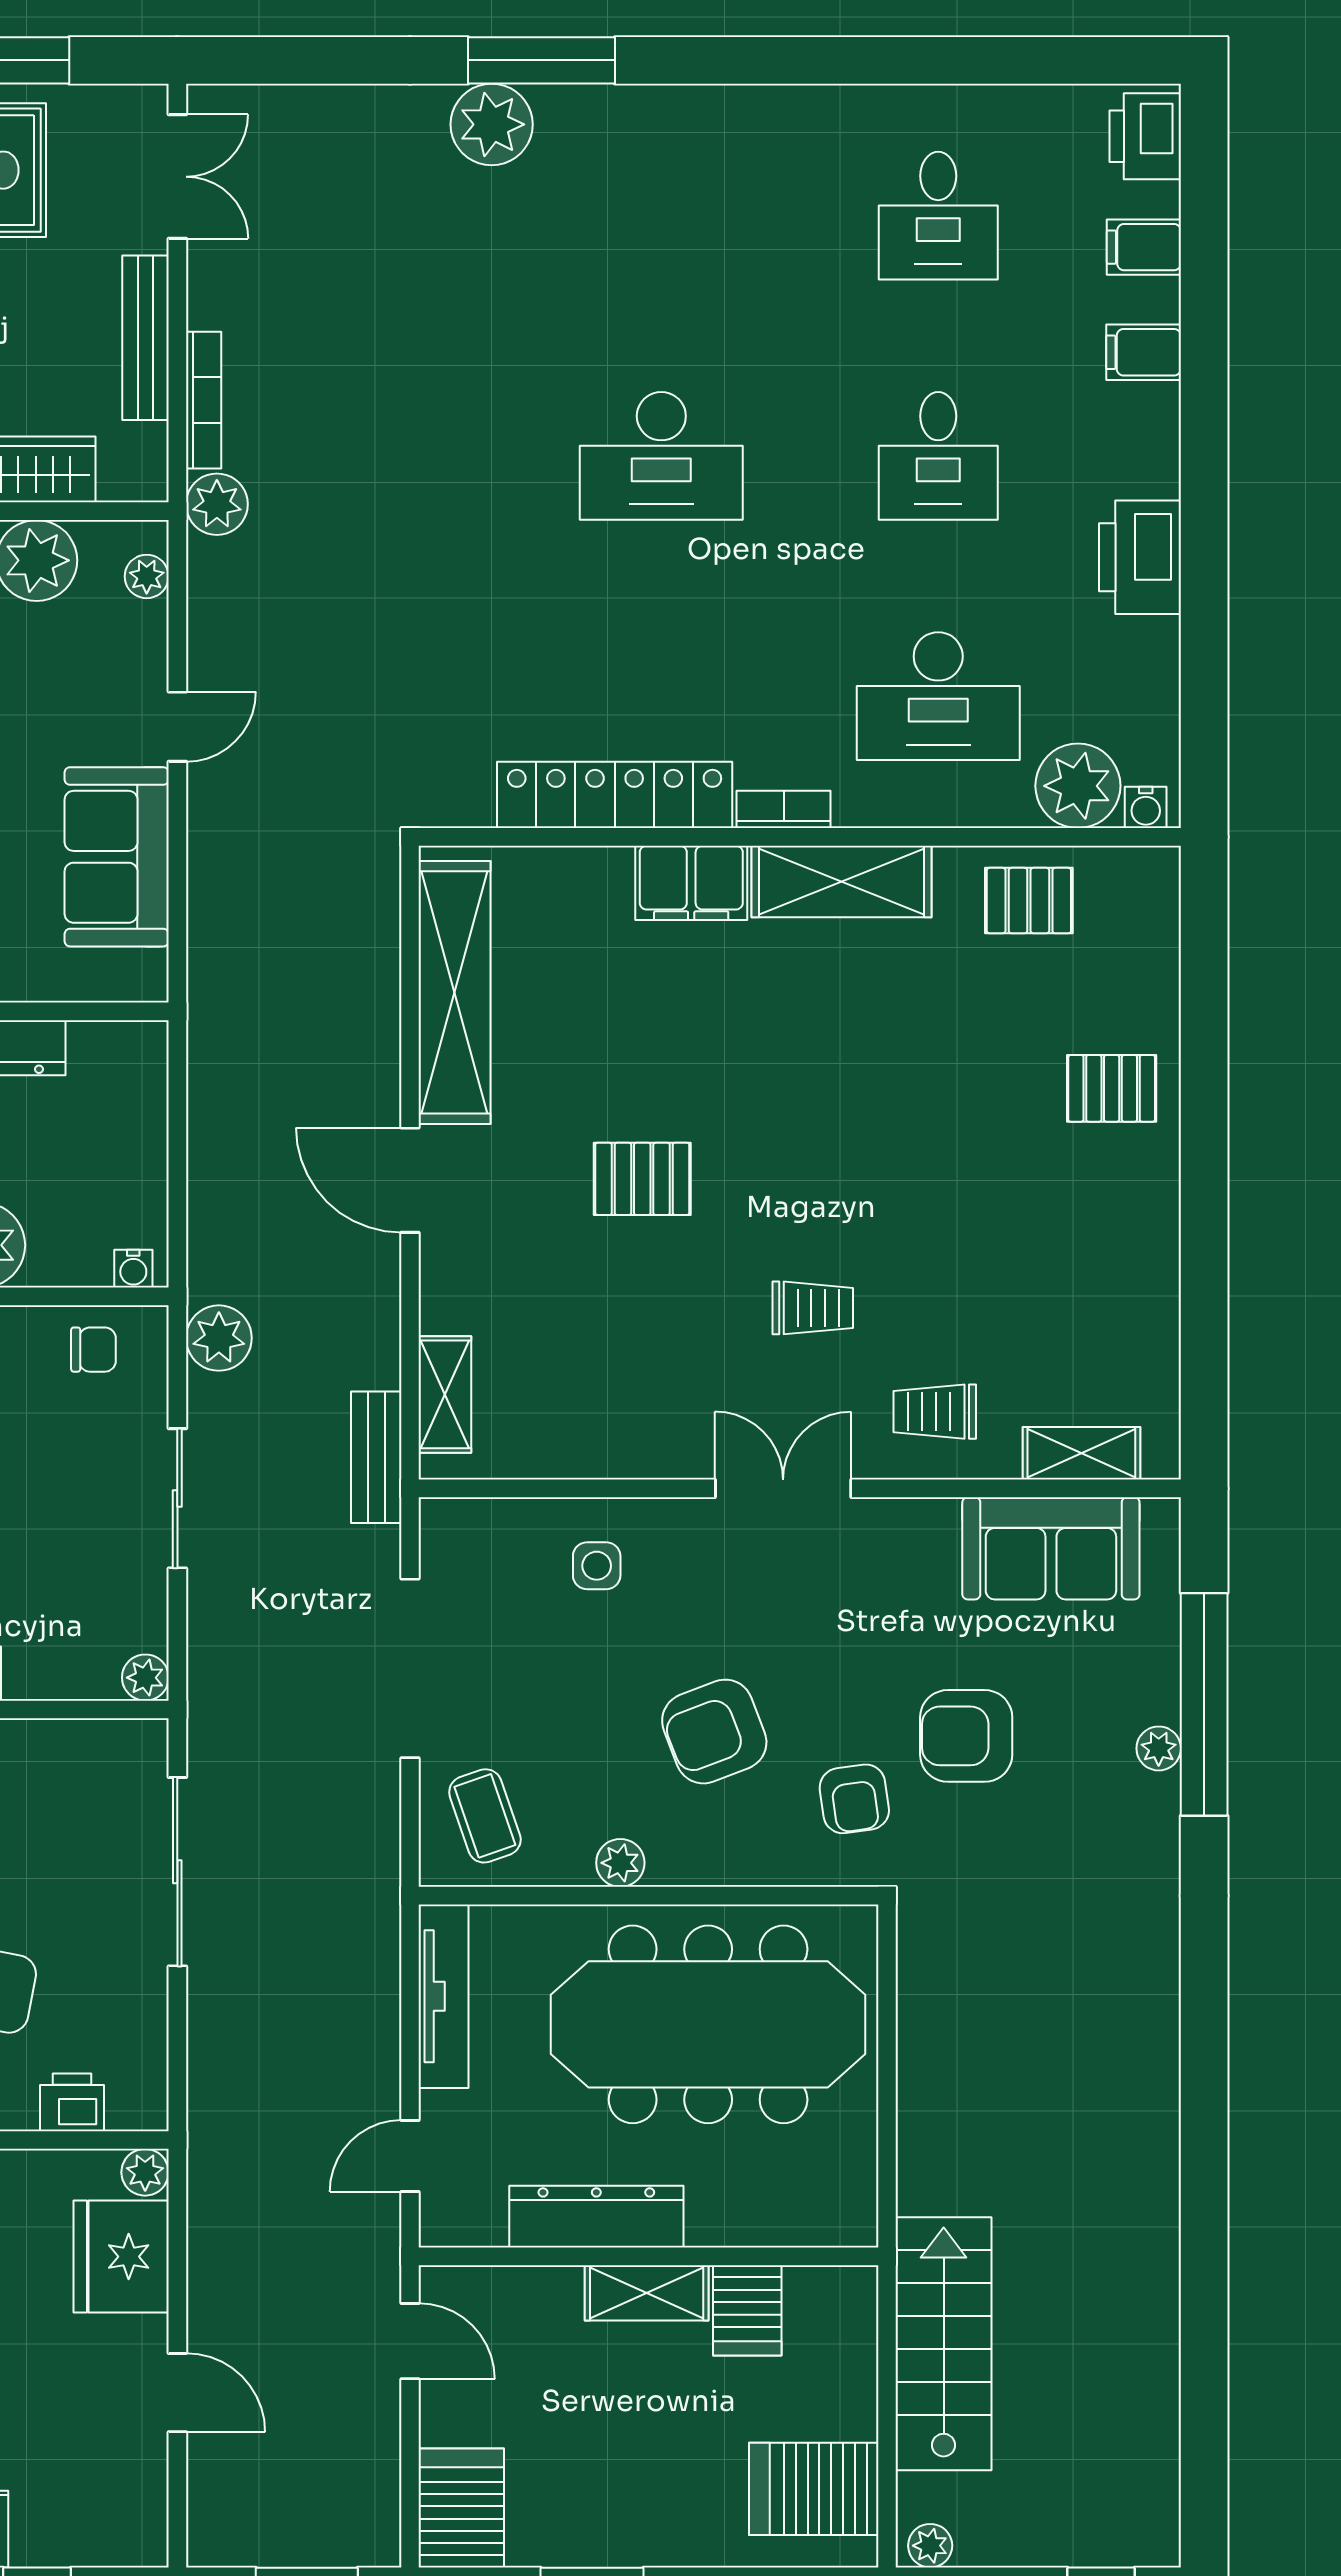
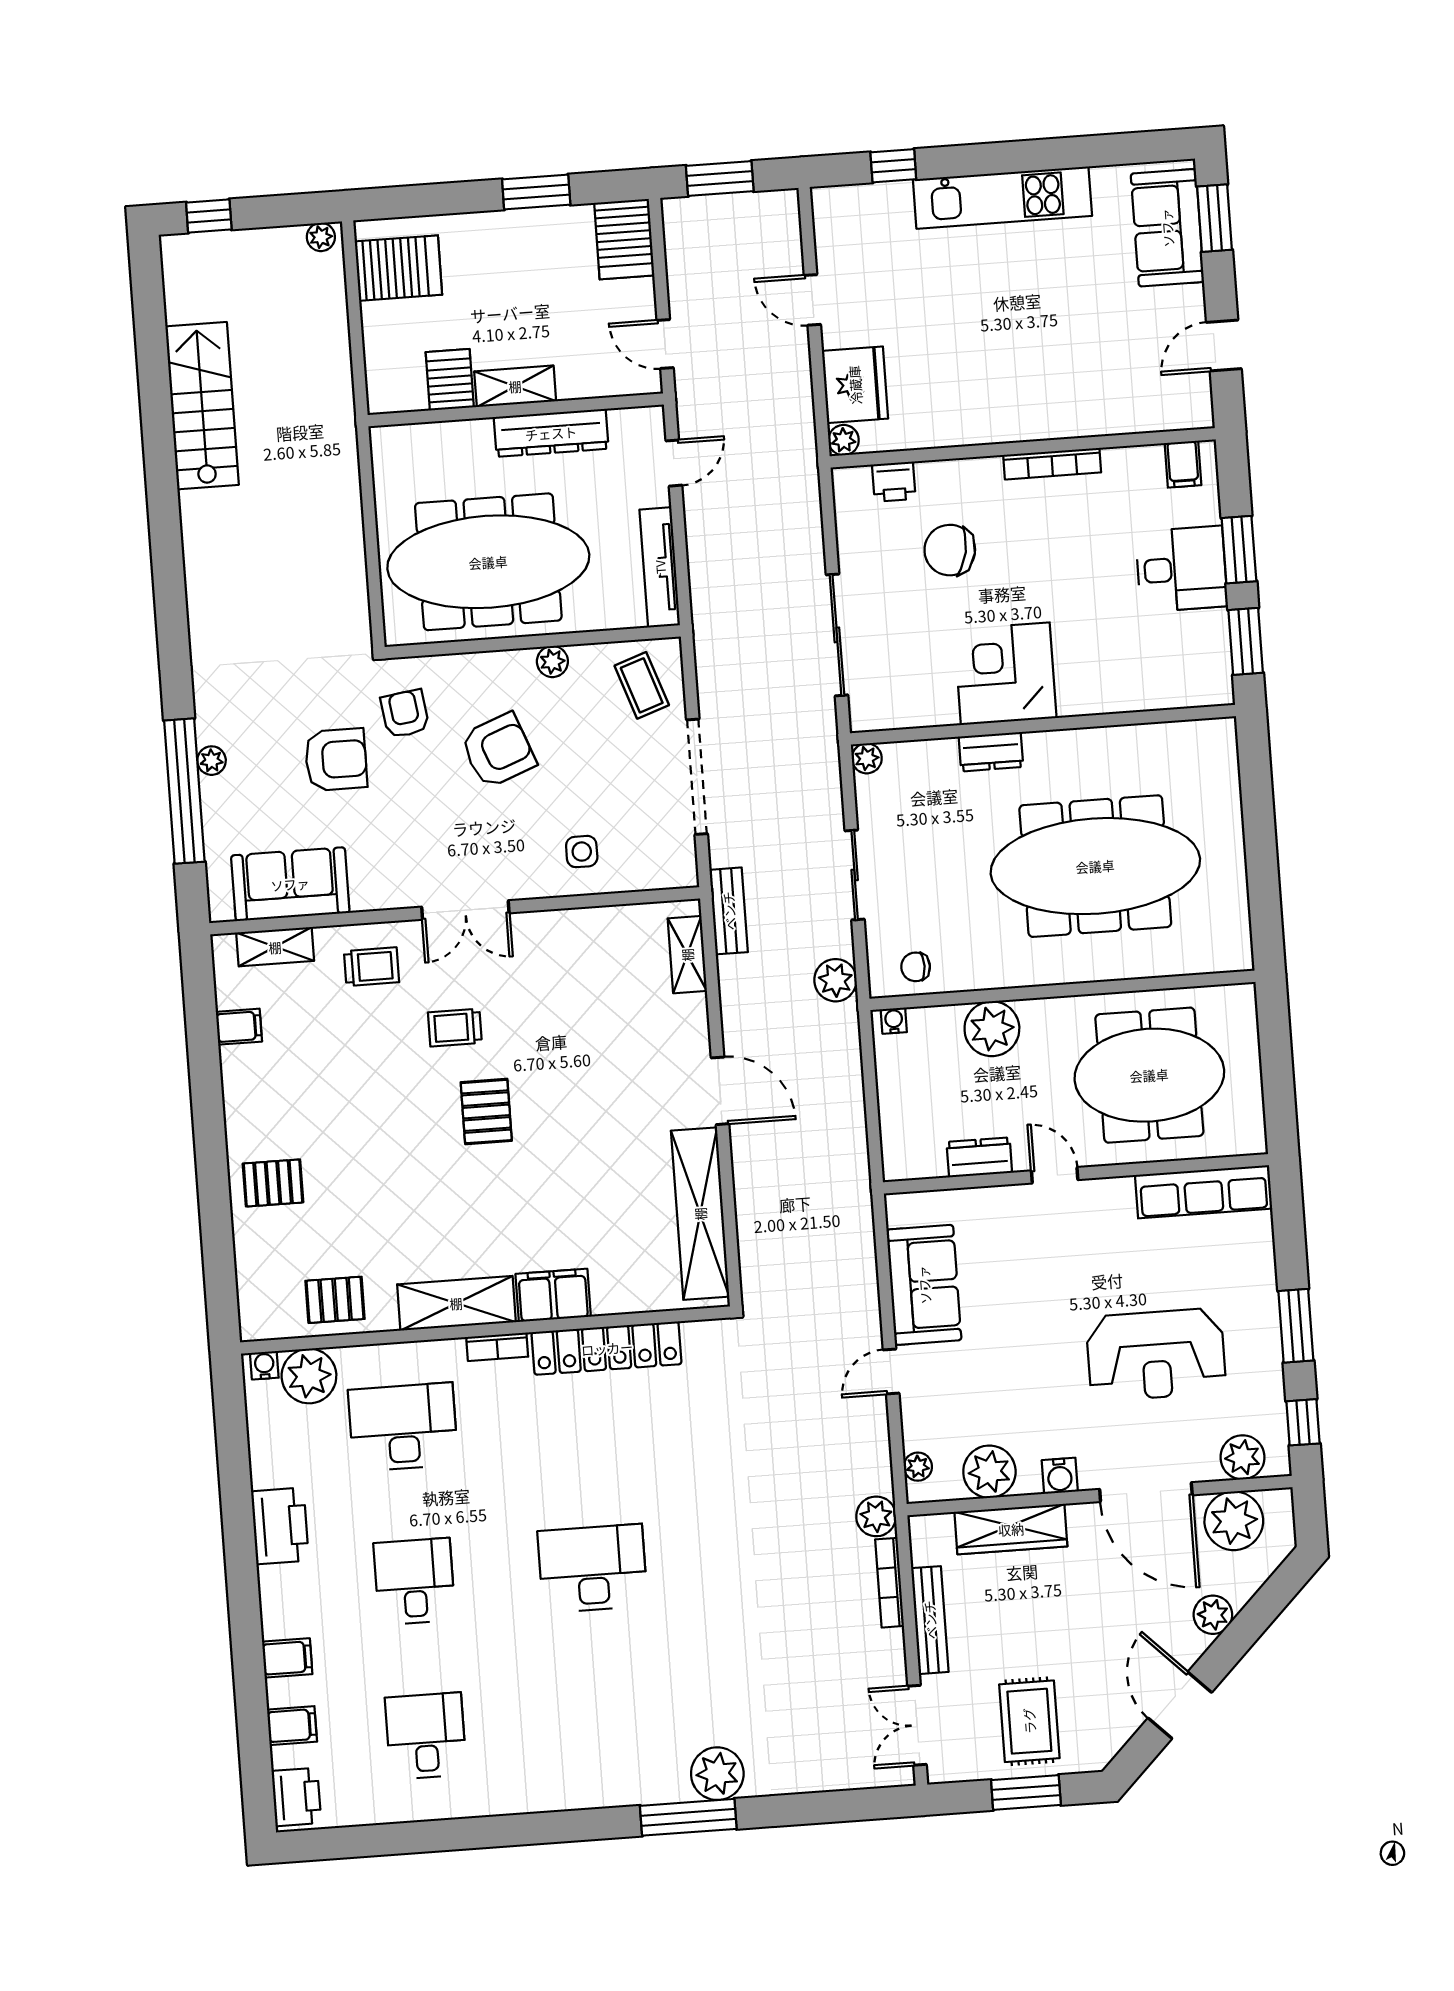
pallet: (642, 1179) -> (486, 1112), moved, turned 90
filing cabinet: (1147, 1334) -> (239, 1027), added
stairs: (944, 2344) -> (202, 406), moved, turned 180

